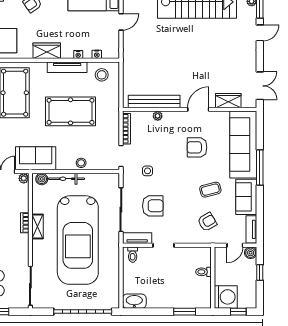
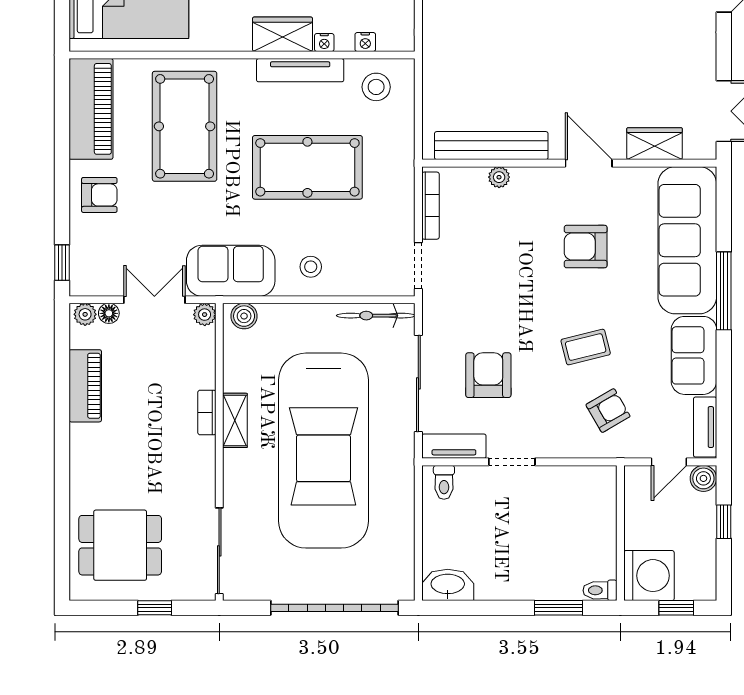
wardrobe: (47, 51) -> (282, 34), moved
door: (198, 109) -> (589, 163), hinge flipped
stool: (81, 163) -> (311, 267), moved
side table: (148, 171) -> (477, 298), removed
bicycle: (66, 179) -> (376, 316), moved
coffee table: (210, 190) -> (586, 347), moved
armchair: (153, 206) -> (488, 375), turned -90
toilet: (204, 272) -> (600, 590), moved

